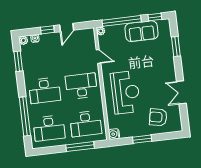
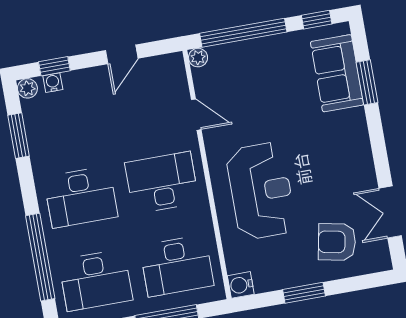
window: (47, 30) -> (54, 66), moved
sofa: (142, 31) -> (337, 73), moved, turned 90
double door: (181, 92) -> (390, 212), moved

